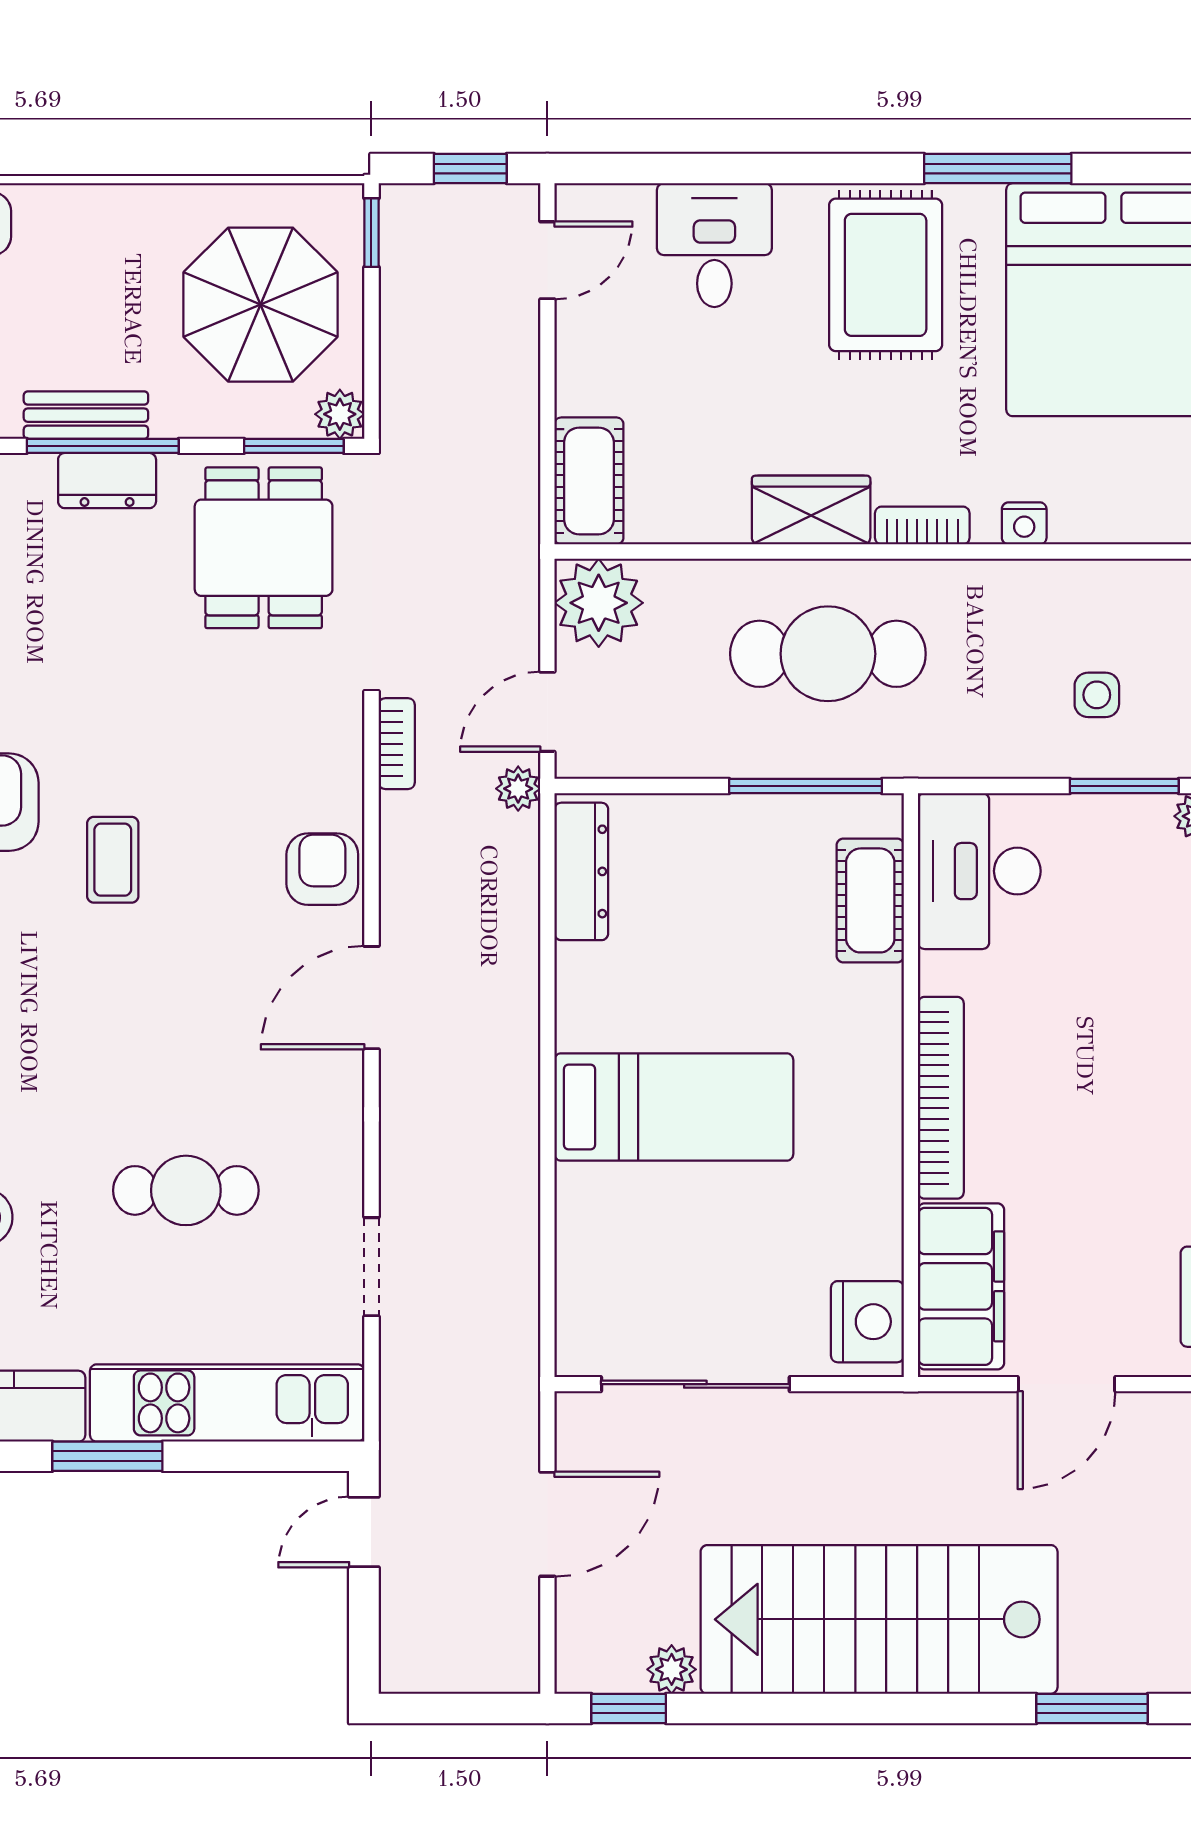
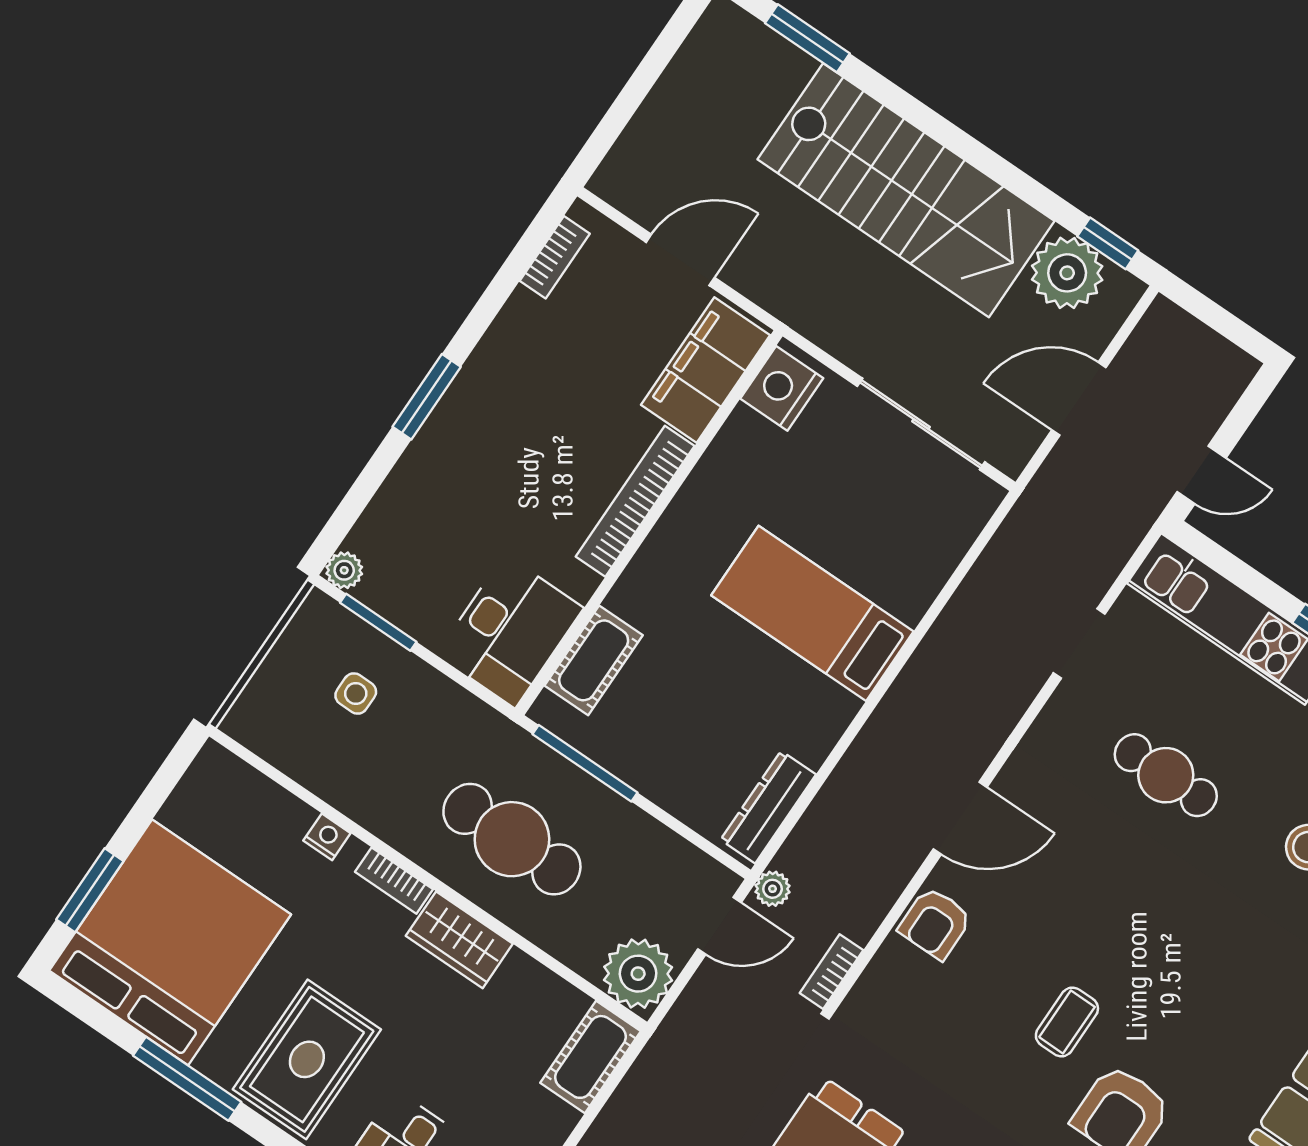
plant: (672, 1669) -> (1067, 273), width x1.88, depth x1.88

